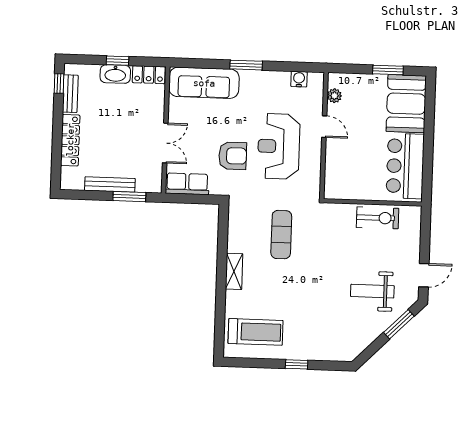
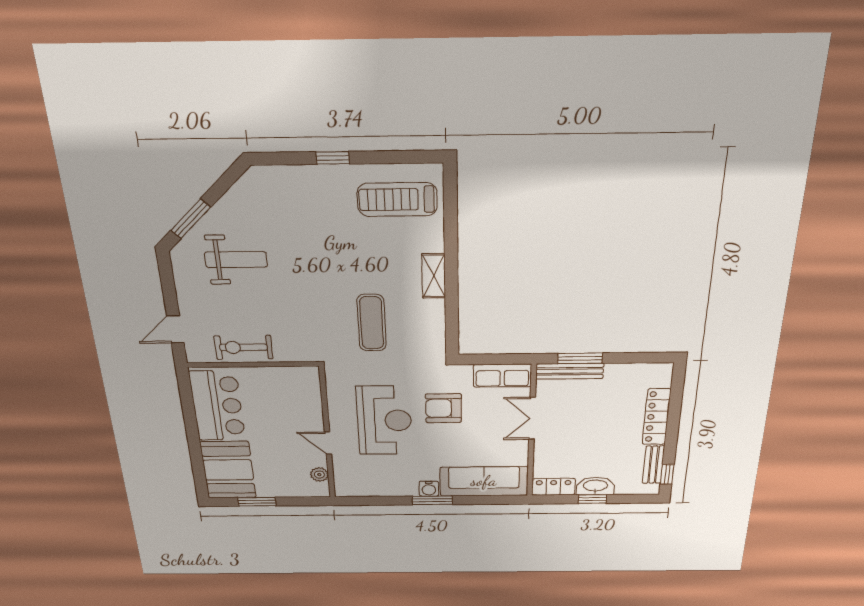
water cooler: (299, 79) -> (429, 489), moved
bench: (110, 184) -> (570, 371), moved
door: (424, 275) -> (175, 329), moved

